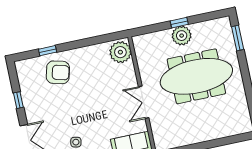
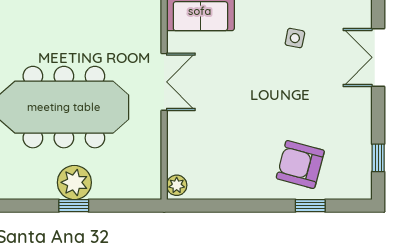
plant: (120, 52) -> (177, 185), width x0.53, depth x0.53
window: (18, 100) -> (378, 158), moved

